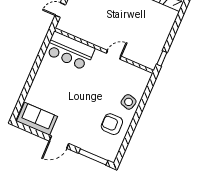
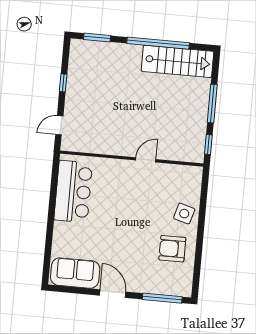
window: (174, 30) -> (212, 104), added
bar counter: (70, 51) -> (73, 192), moved, turned -90
door: (59, 142) -> (113, 294), swing flipped

